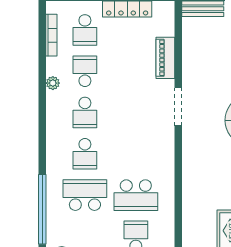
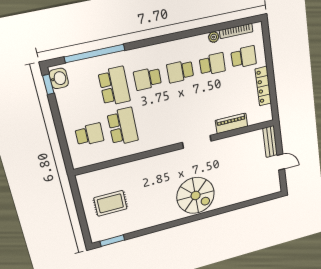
school desk: (85, 30) -> (244, 57), turned 180
plant: (53, 83) -> (214, 37), moved
school desk: (136, 195) -> (123, 126), turned 180

